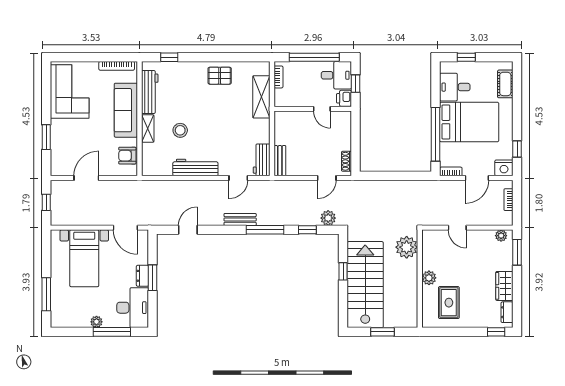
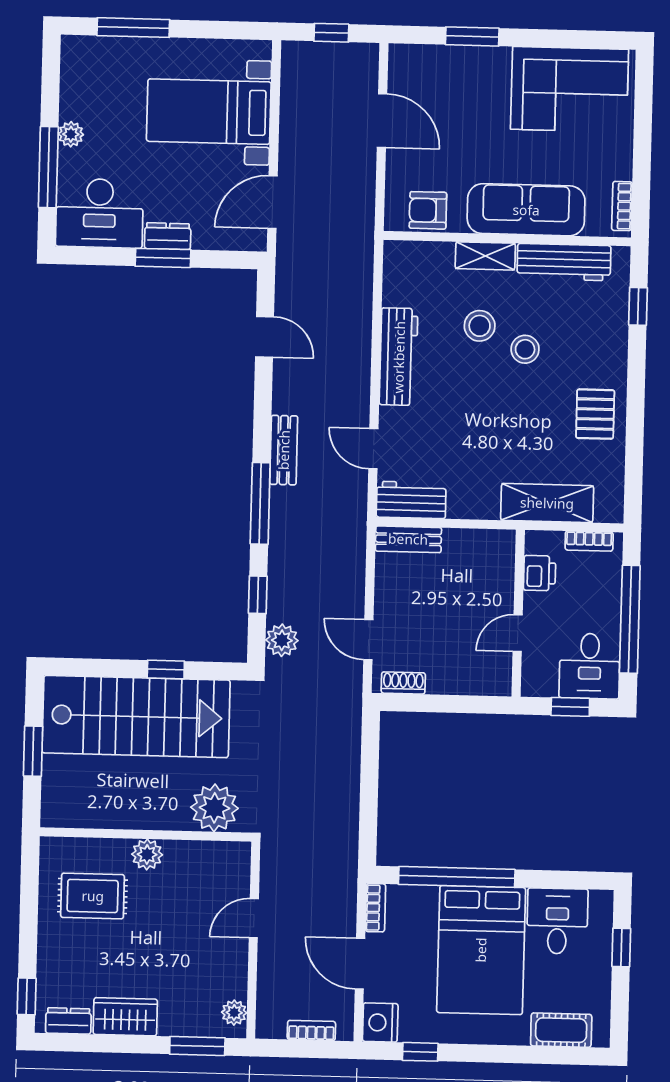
bookcase: (117, 66) -> (622, 206), width x0.64
printer: (344, 98) -> (540, 573), moved, turned 90
stool: (190, 109) -> (525, 349), added
armchair: (127, 156) -> (428, 210), turned -90

